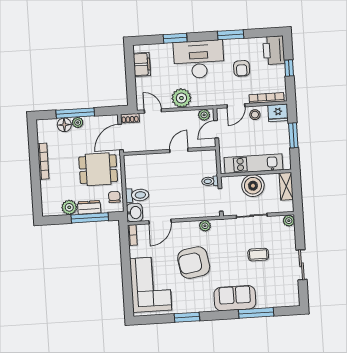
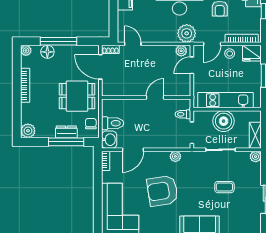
plant: (181, 98) -> (187, 33), moved
plant: (78, 123) -> (26, 50), moved
door: (121, 137) -> (100, 67), hinge flipped
door: (179, 150) -> (155, 97), moved
wall: (170, 151) -> (146, 97), moved
shelving: (286, 186) -> (255, 135), moved
plant: (69, 207) -> (28, 131), moved

